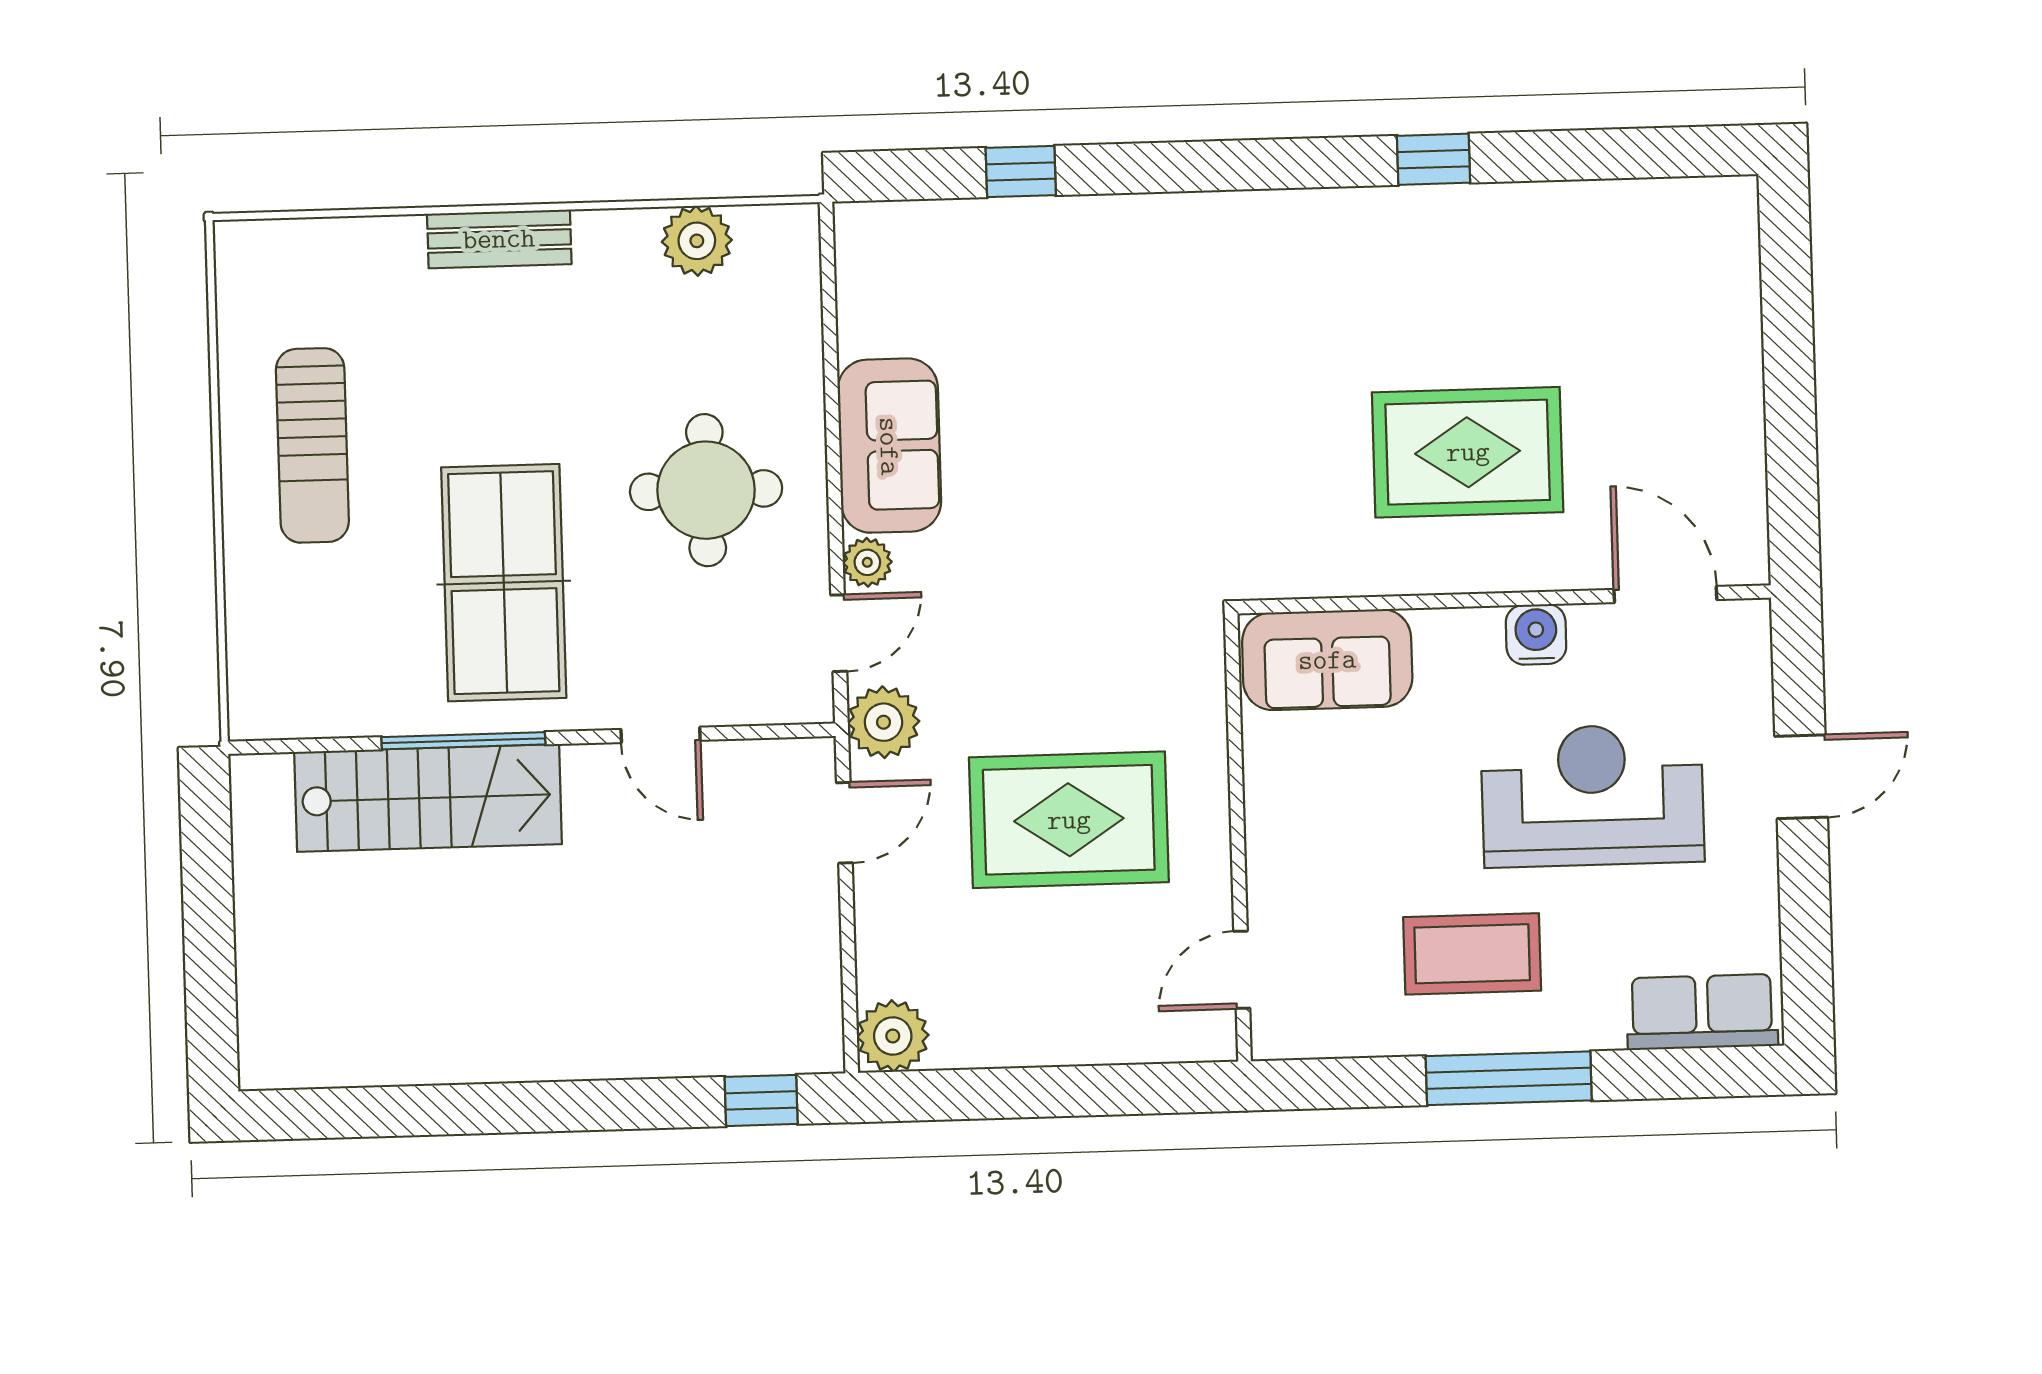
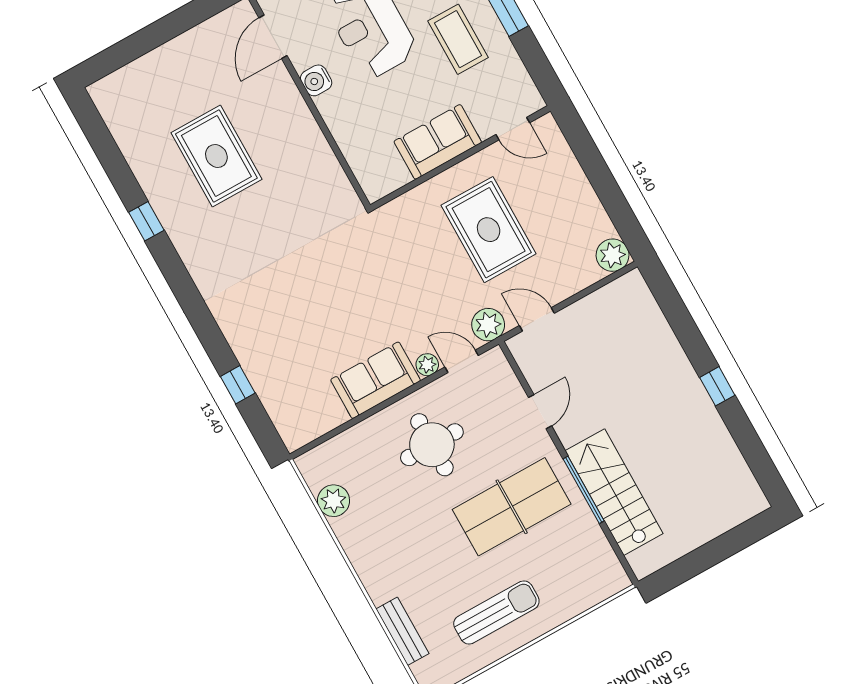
bench: (499, 239) -> (402, 631), moved
rug: (1468, 452) -> (216, 156), moved
sofa: (1327, 660) -> (438, 142), moved, turned -90
window: (761, 1100) -> (717, 386), moved

